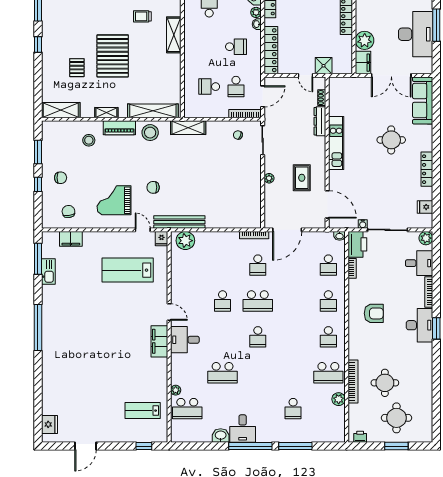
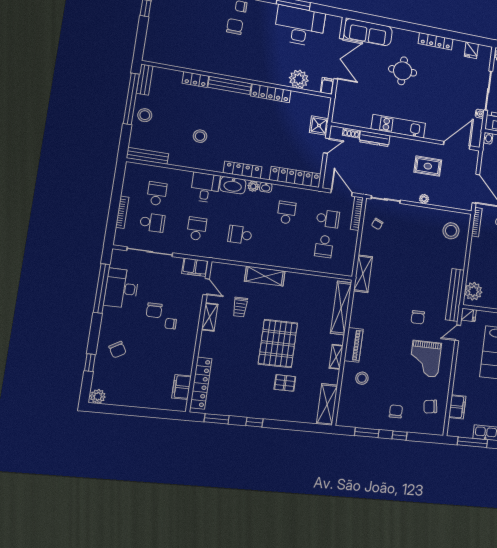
pallet: (113, 56) -> (278, 344), turned 90
filing cabinet: (363, 63) -> (327, 86), width x0.50
stool: (150, 133) -> (451, 231), moved

